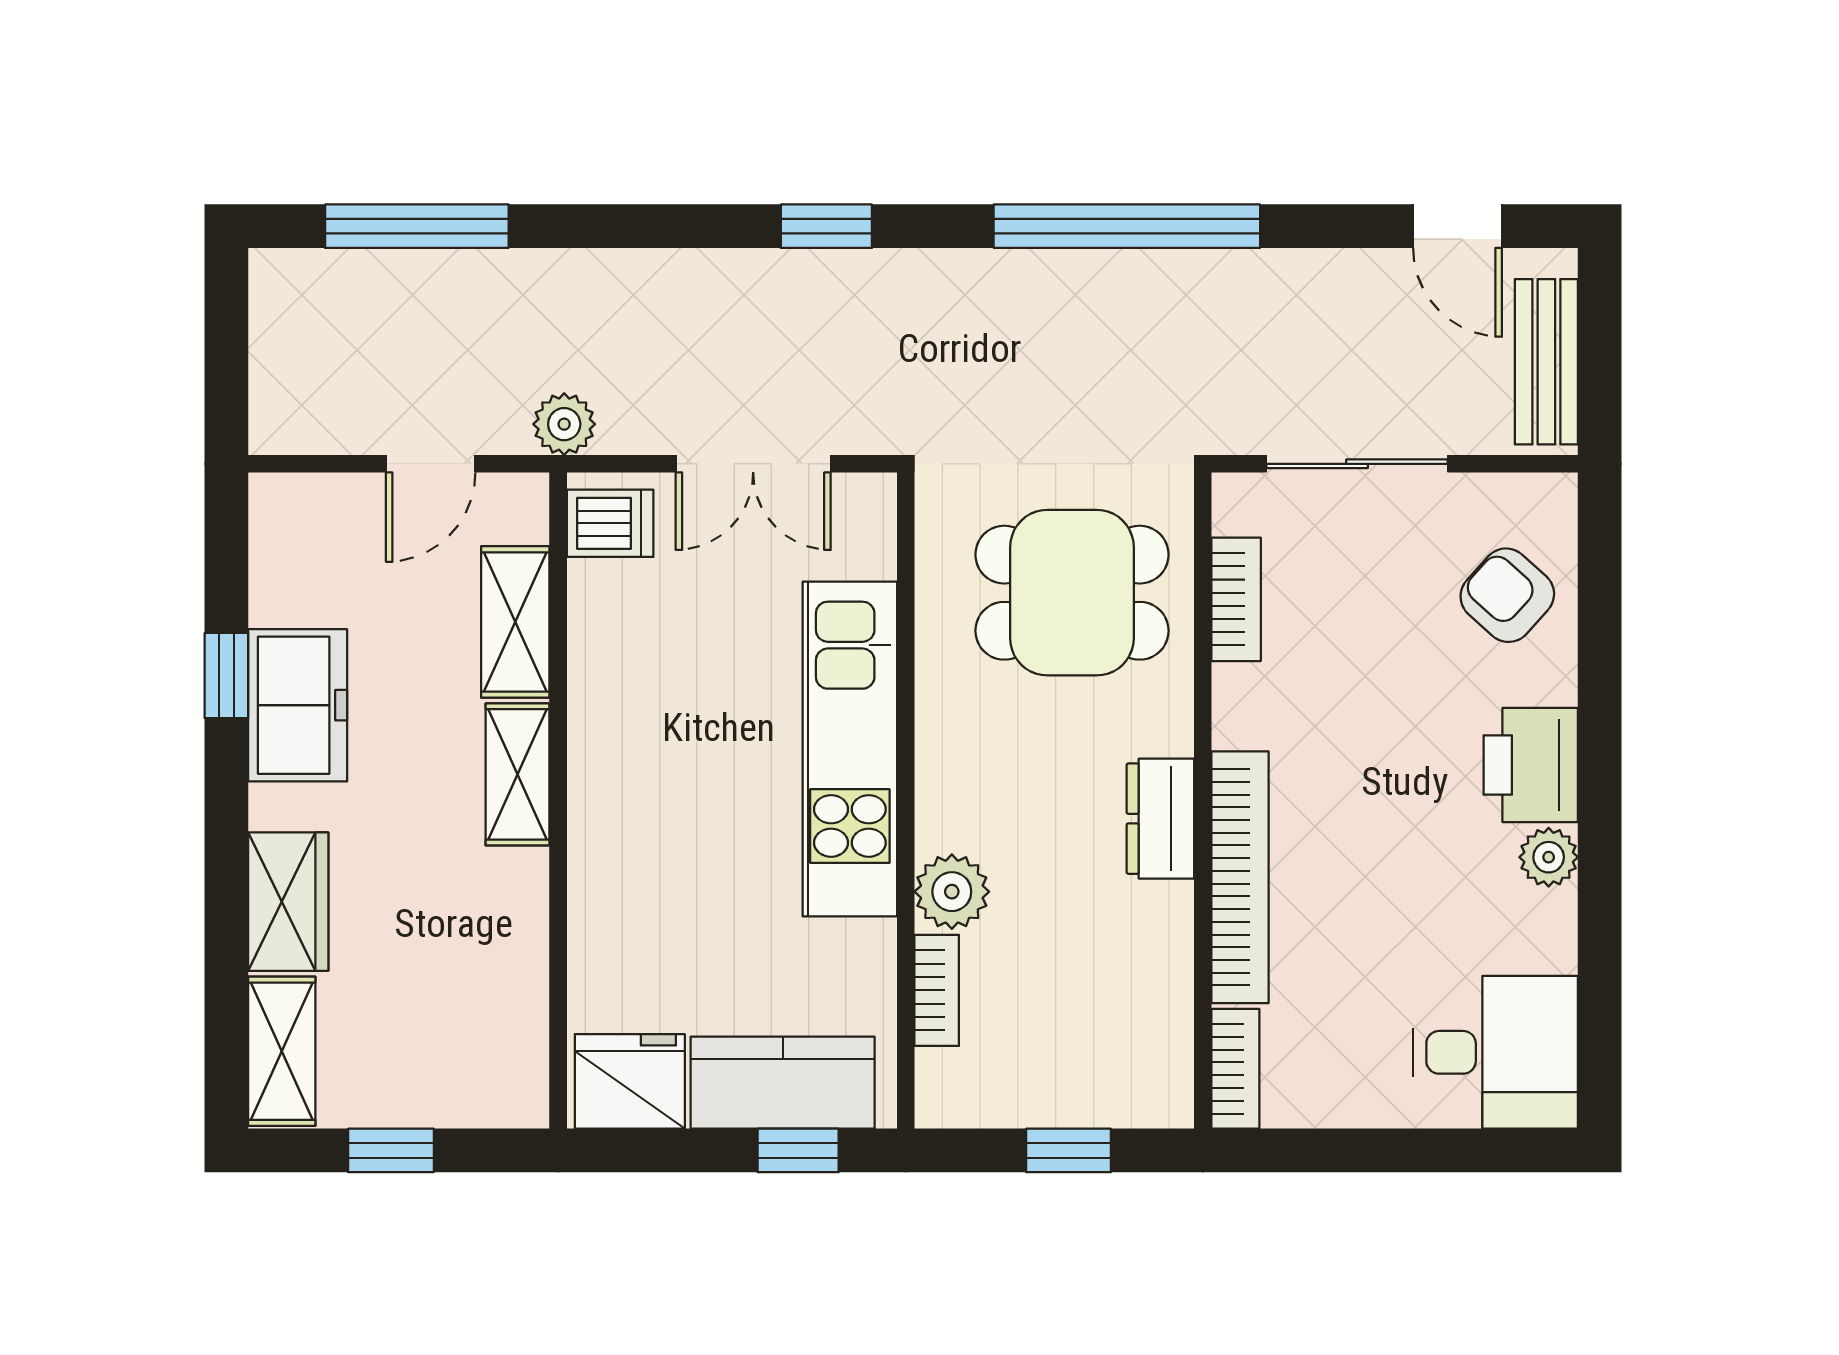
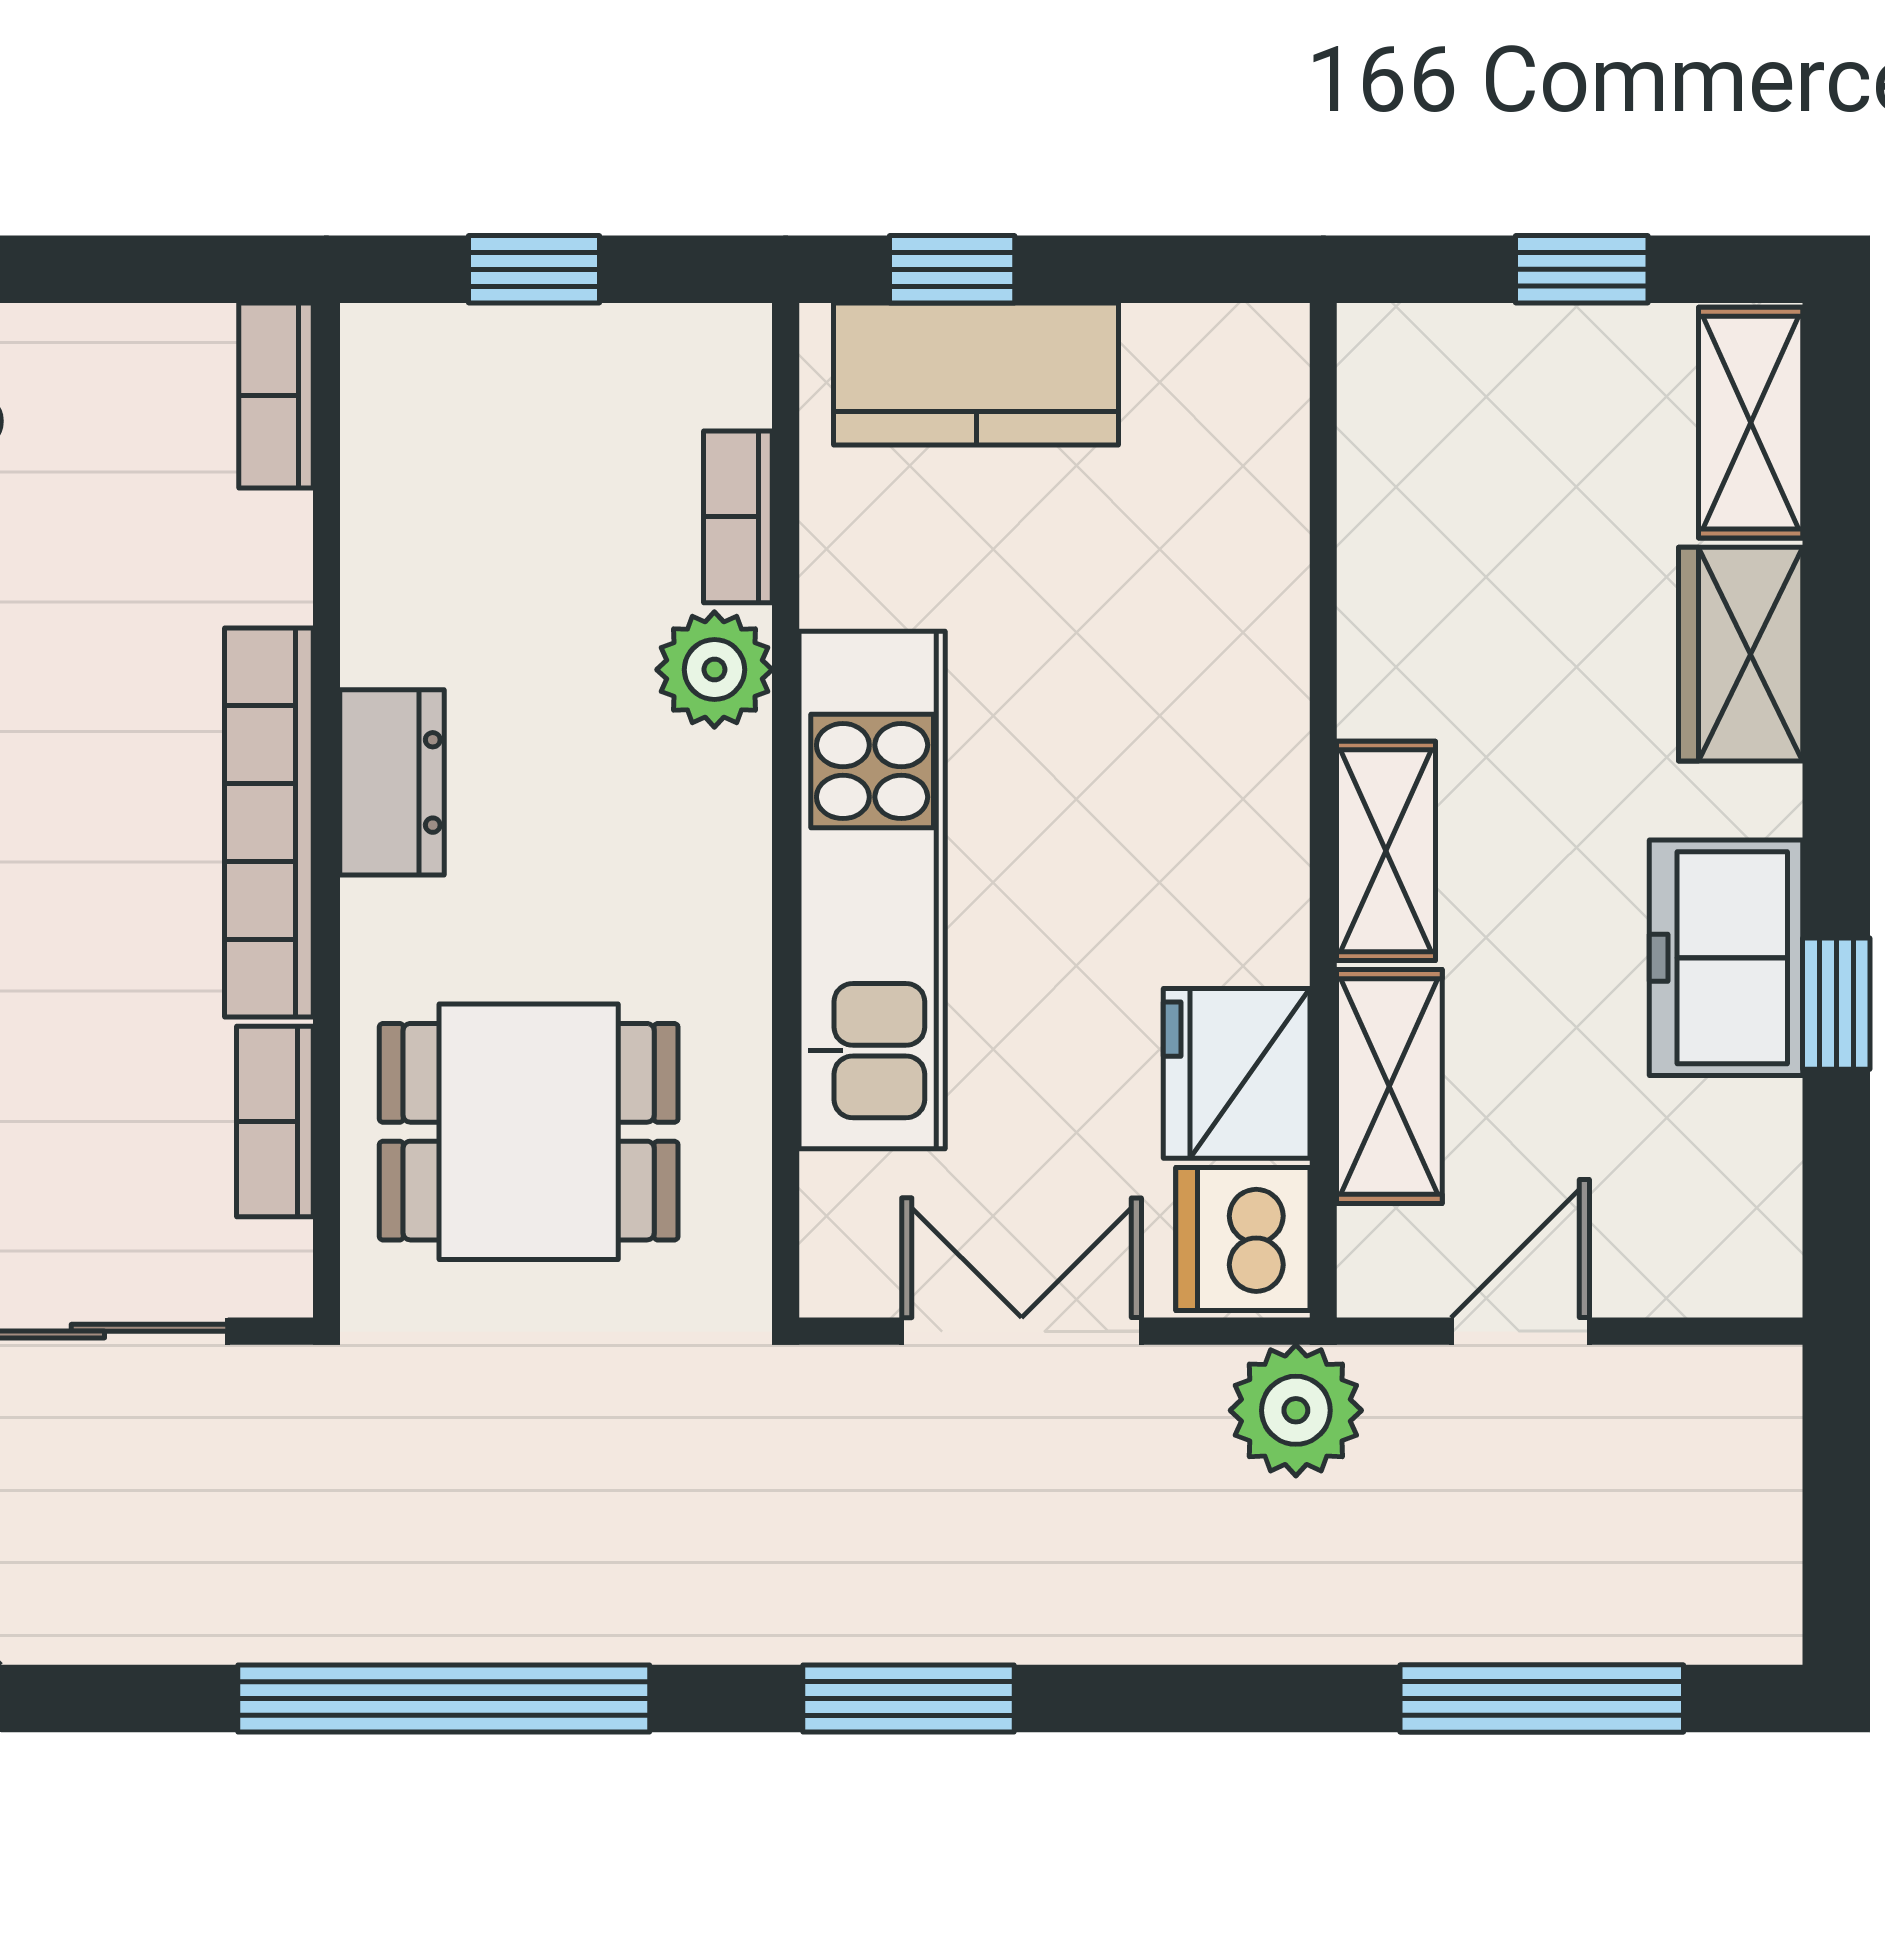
window: (826, 226) -> (908, 1698), width x1.50
plant: (564, 424) -> (1296, 1410), width x1.38, depth x1.38
dishwasher: (610, 523) -> (1243, 1239), width x1.38
bookcase: (1240, 877) -> (269, 822), moved
fridge: (630, 1081) -> (1237, 1073), moved, turned 90

